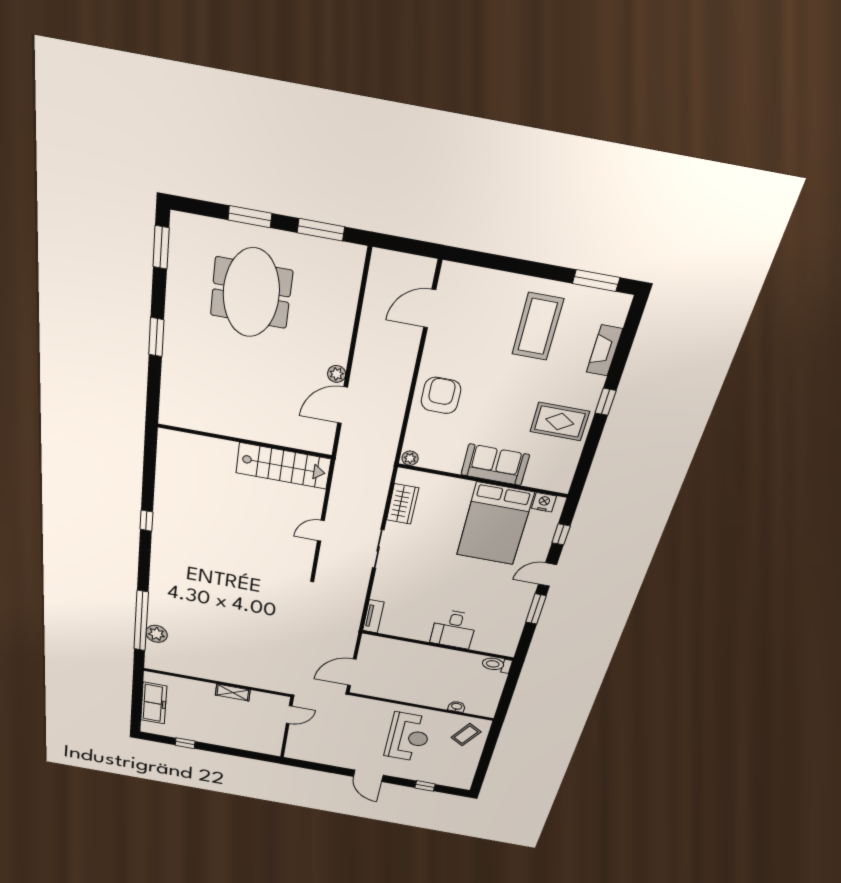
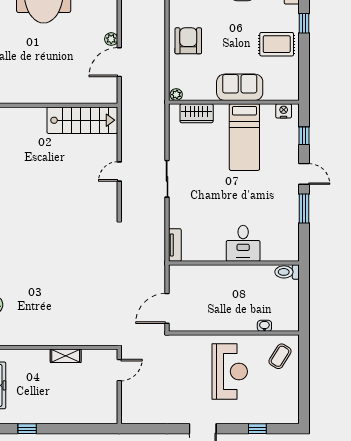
wardrobe: (402, 504) -> (197, 113), moved, turned 90
bed: (495, 524) -> (244, 137), width x0.67
door: (547, 574) -> (304, 174), swing flipped

